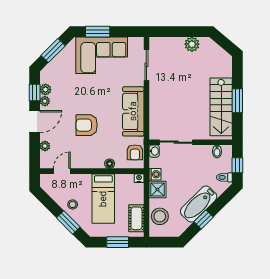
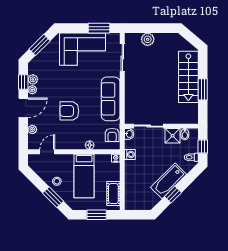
window: (98, 32) -> (99, 28), moved
plant: (192, 44) -> (148, 39), moved
stairs: (221, 107) -> (188, 77), moved
shower: (157, 190) -> (173, 136), moved
stool: (160, 216) -> (134, 192), removed

